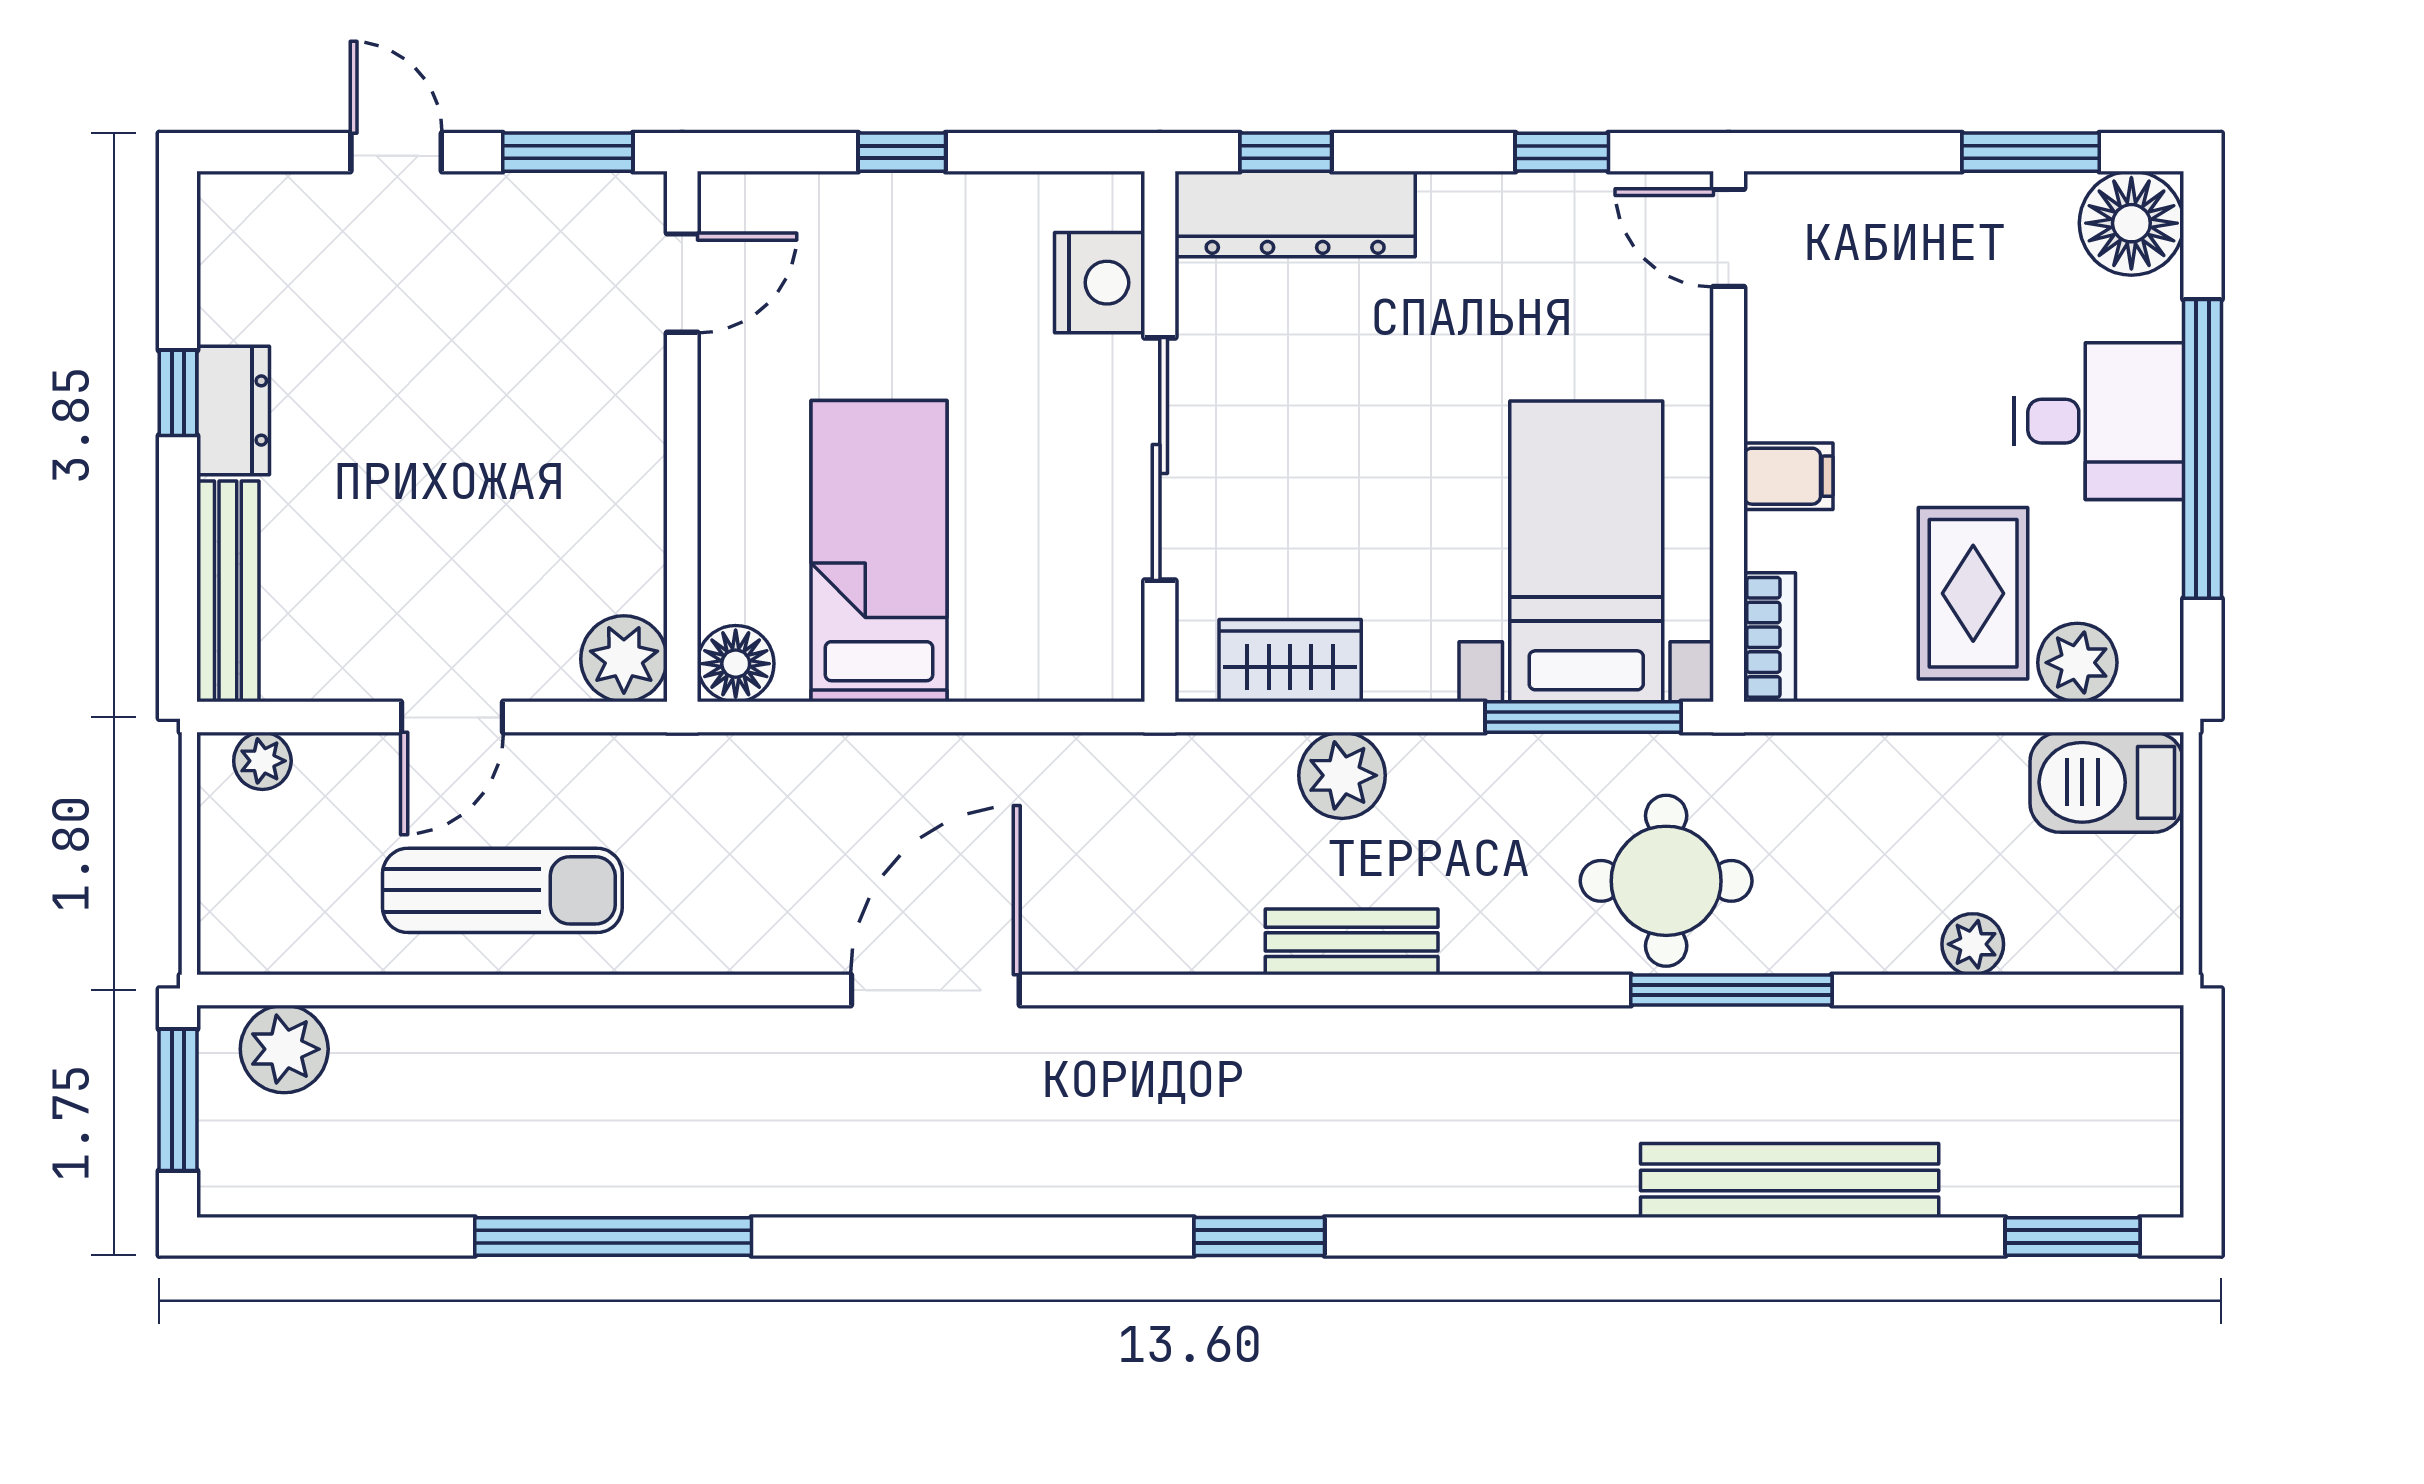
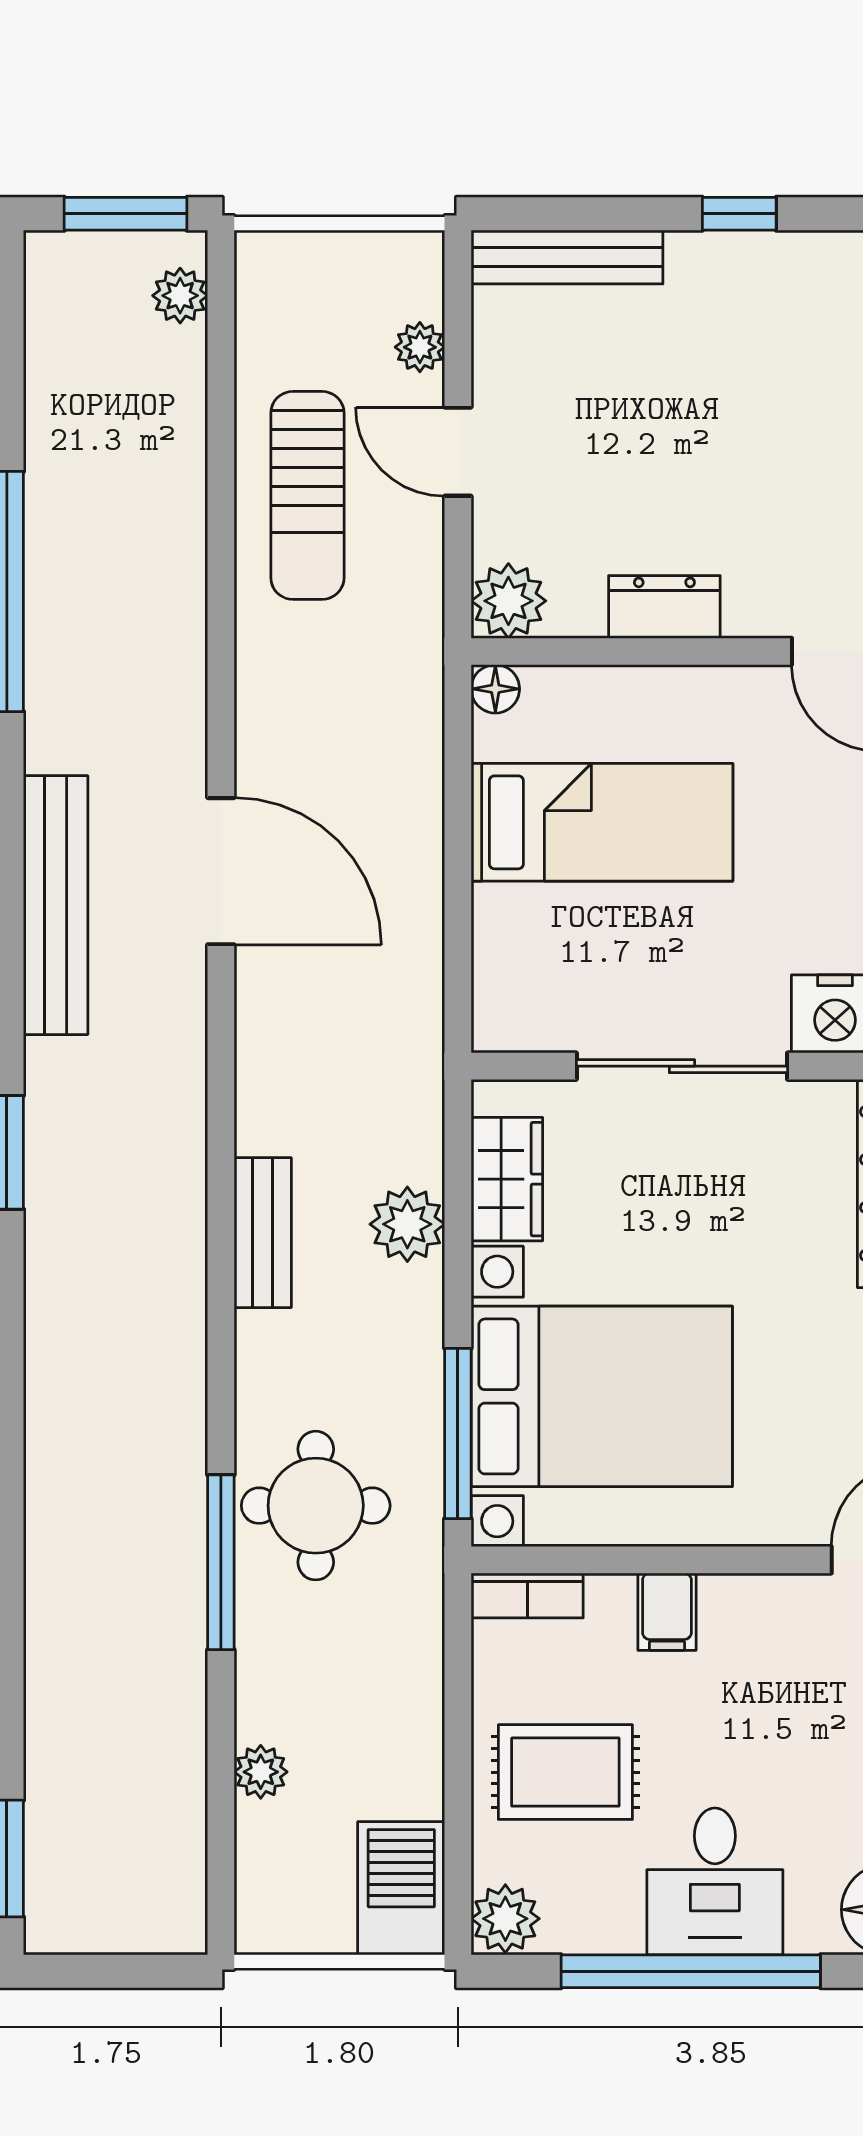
dresser: (233, 411) -> (664, 607), moved, turned 180
bed with nightstands: (1586, 551) -> (602, 1396), width x1.36
plant: (2077, 663) -> (505, 1919), moved
floor lamp: (736, 664) -> (495, 689), width x0.73, depth x0.73
plant: (262, 761) -> (420, 347), moved
plant: (284, 1049) -> (180, 296), width x0.73, depth x0.73
bench: (1790, 1180) -> (56, 905), moved

